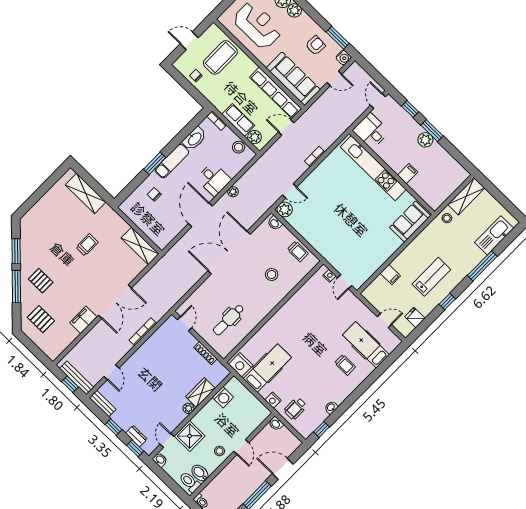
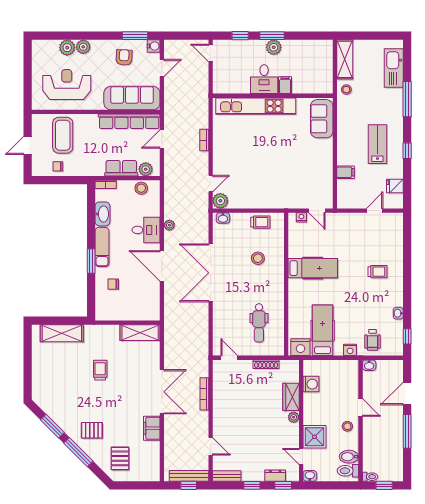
desk: (371, 131) -> (264, 79), moved, turned -90
pallet: (41, 319) -> (120, 458), turned 90
hospital bed: (366, 345) -> (313, 268), moved, turned 180

